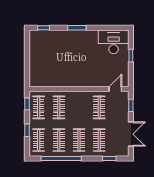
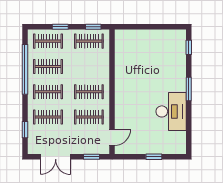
desk: (114, 42) -> (171, 111), moved
door: (115, 89) -> (112, 137), hinge flipped
clothes rail: (59, 107) -> (89, 92), moved

